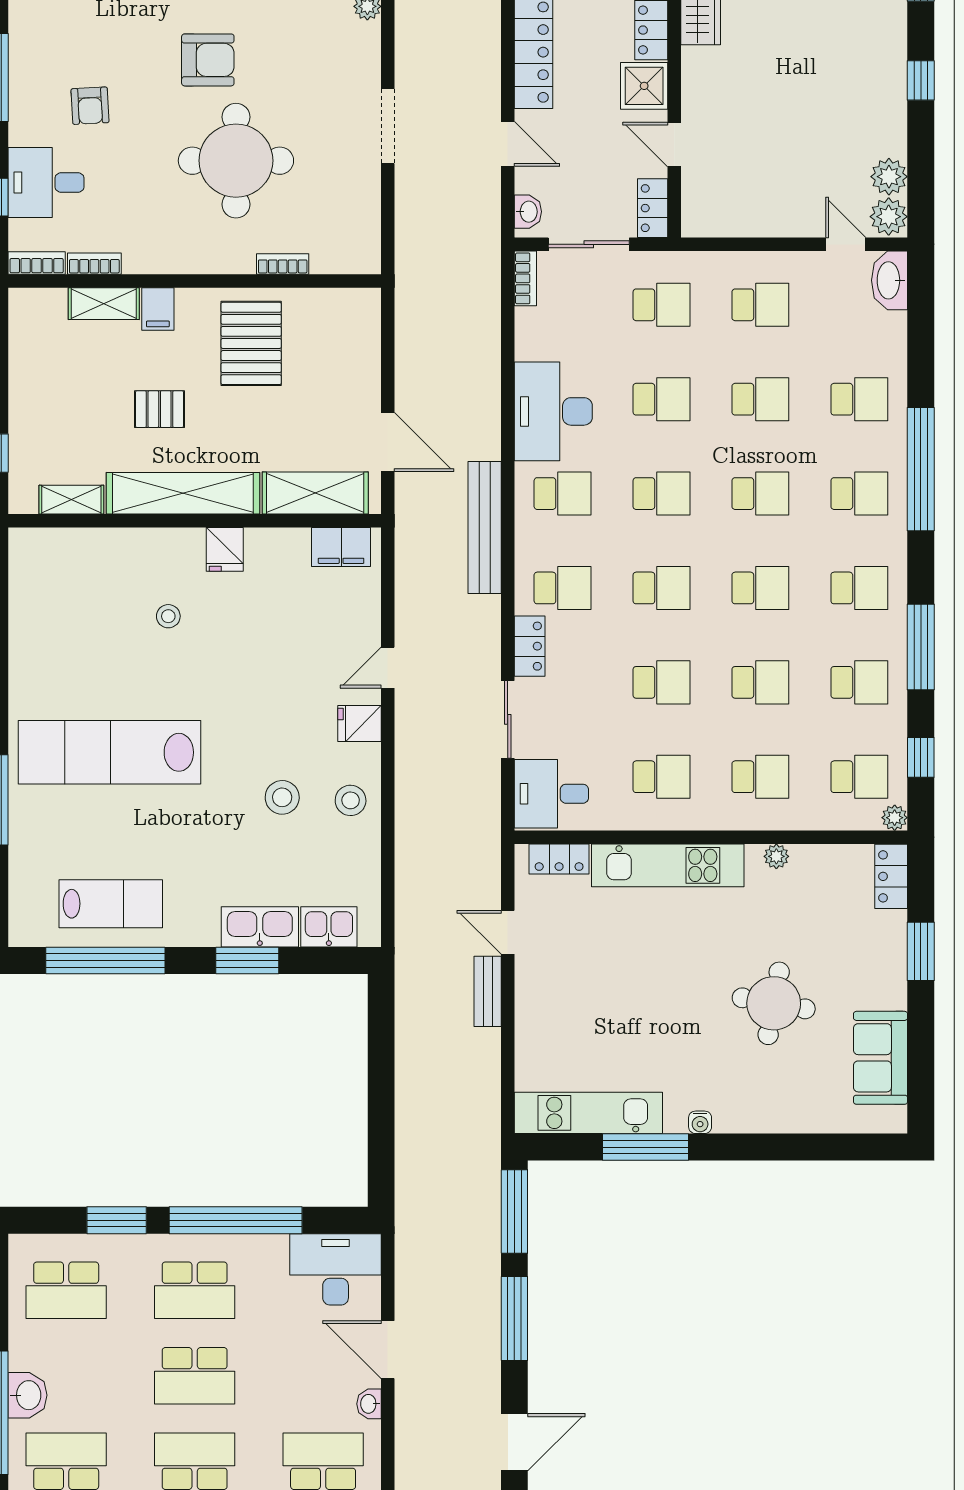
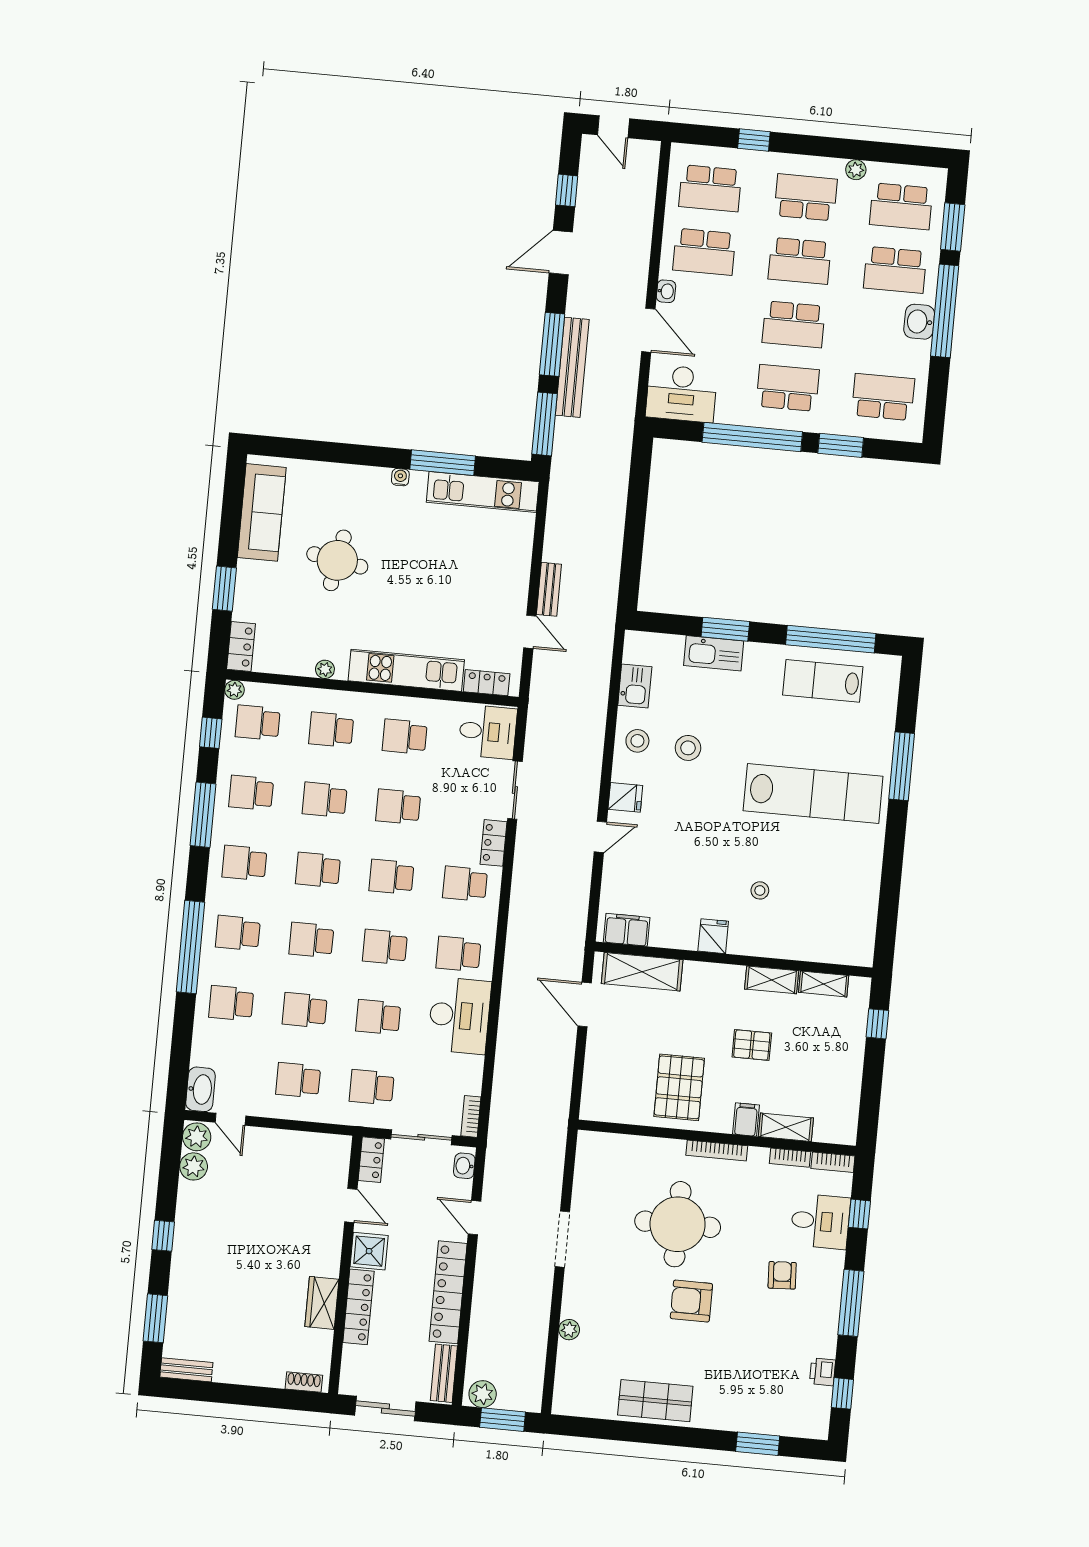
bookcase: (283, 264) -> (717, 1150), moved, width x1.56
shelving: (183, 493) -> (772, 980), width x0.45, depth x0.75
bench: (485, 528) -> (572, 367), moved
kitchen sink: (329, 927) -> (635, 686), moved, turned -90
sofa: (881, 1058) -> (262, 512), width x1.36
school desk: (195, 1376) -> (794, 324), turned 180

